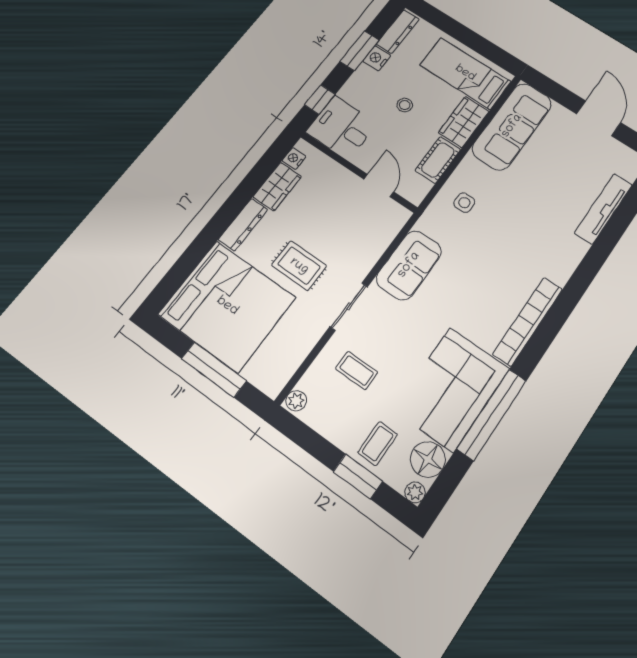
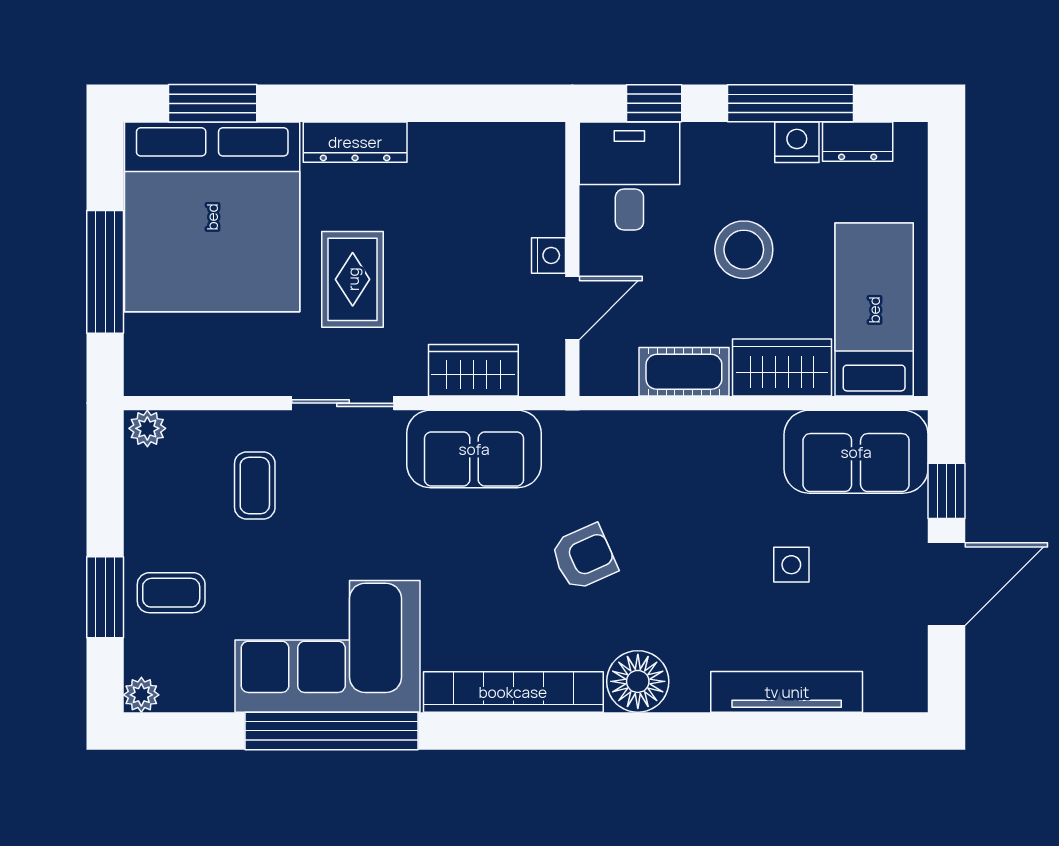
dresser: (398, 32) -> (858, 142), width x0.70
window: (360, 51) -> (790, 103), width x1.44
window: (559, 94) -> (947, 491), added
stool: (405, 105) -> (744, 250), width x1.89, depth x1.89
sofa: (512, 126) -> (856, 452), width x0.73
nightstand: (294, 159) -> (549, 255), moved, turned 90
wardrobe: (277, 187) -> (473, 370), moved, turned 180
side table: (464, 203) -> (791, 565), moved
armchair: (488, 252) -> (584, 557), added
window: (180, 272) -> (213, 103), added
floor lamp: (428, 459) -> (638, 681), moved

